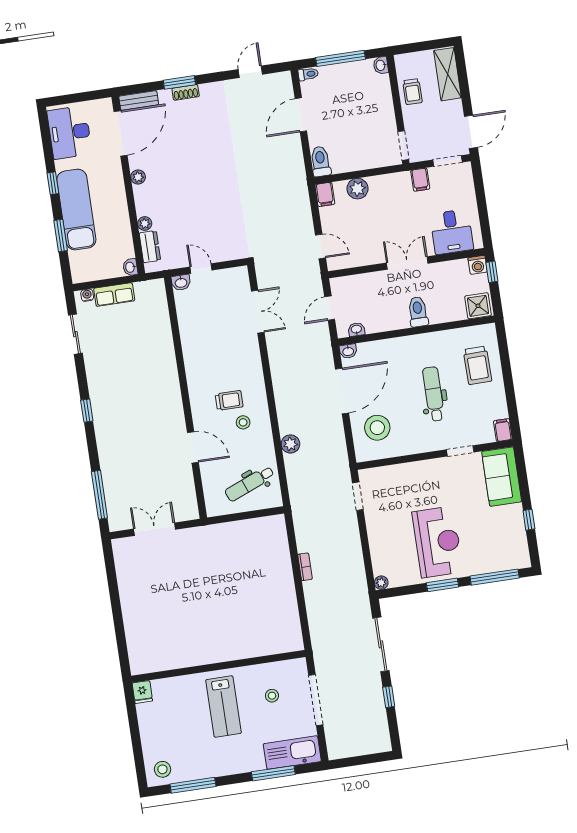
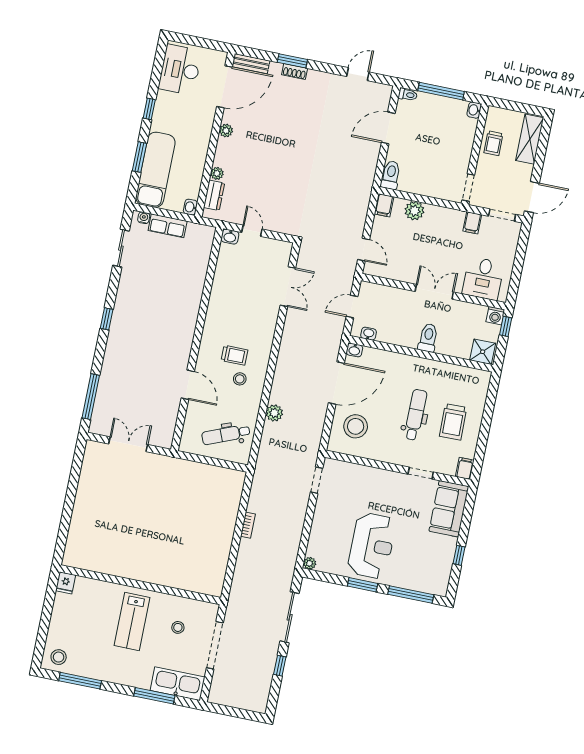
exam couch: (76, 210) -> (155, 170), moved
trolley: (478, 365) -> (453, 422), moved

